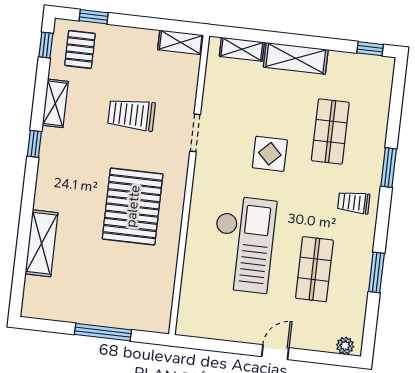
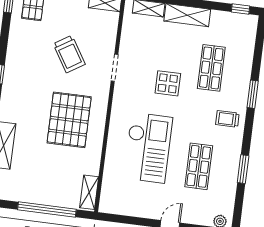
shelving: (55, 103) -> (89, 192), moved
trolley: (131, 115) -> (69, 54), turned -122
window: (103, 332) -> (47, 210), width x1.46

